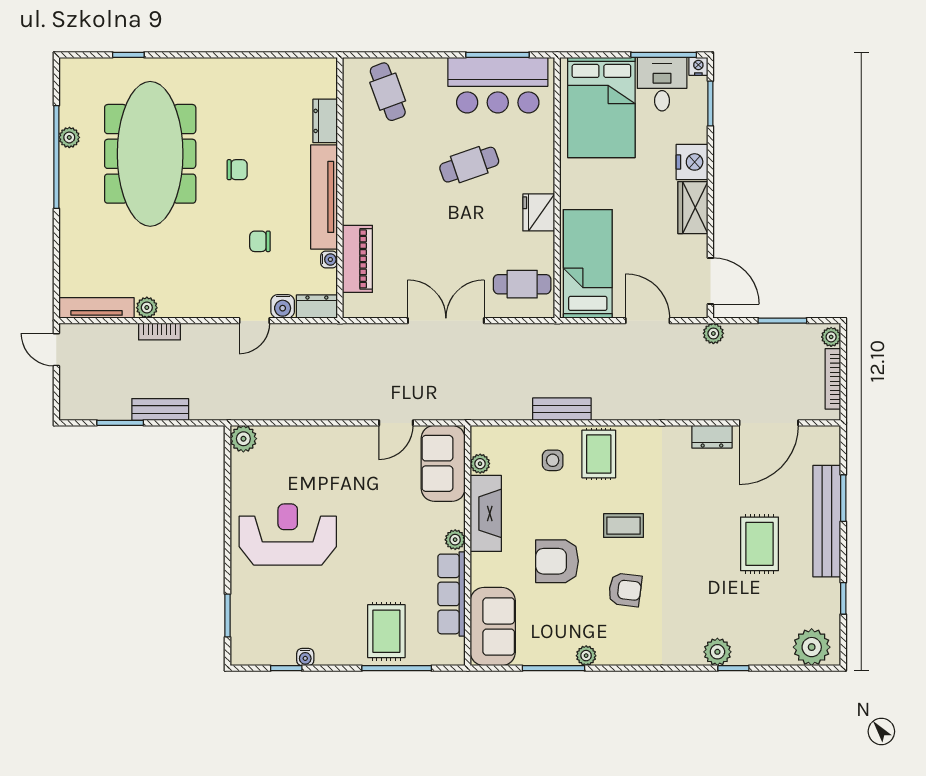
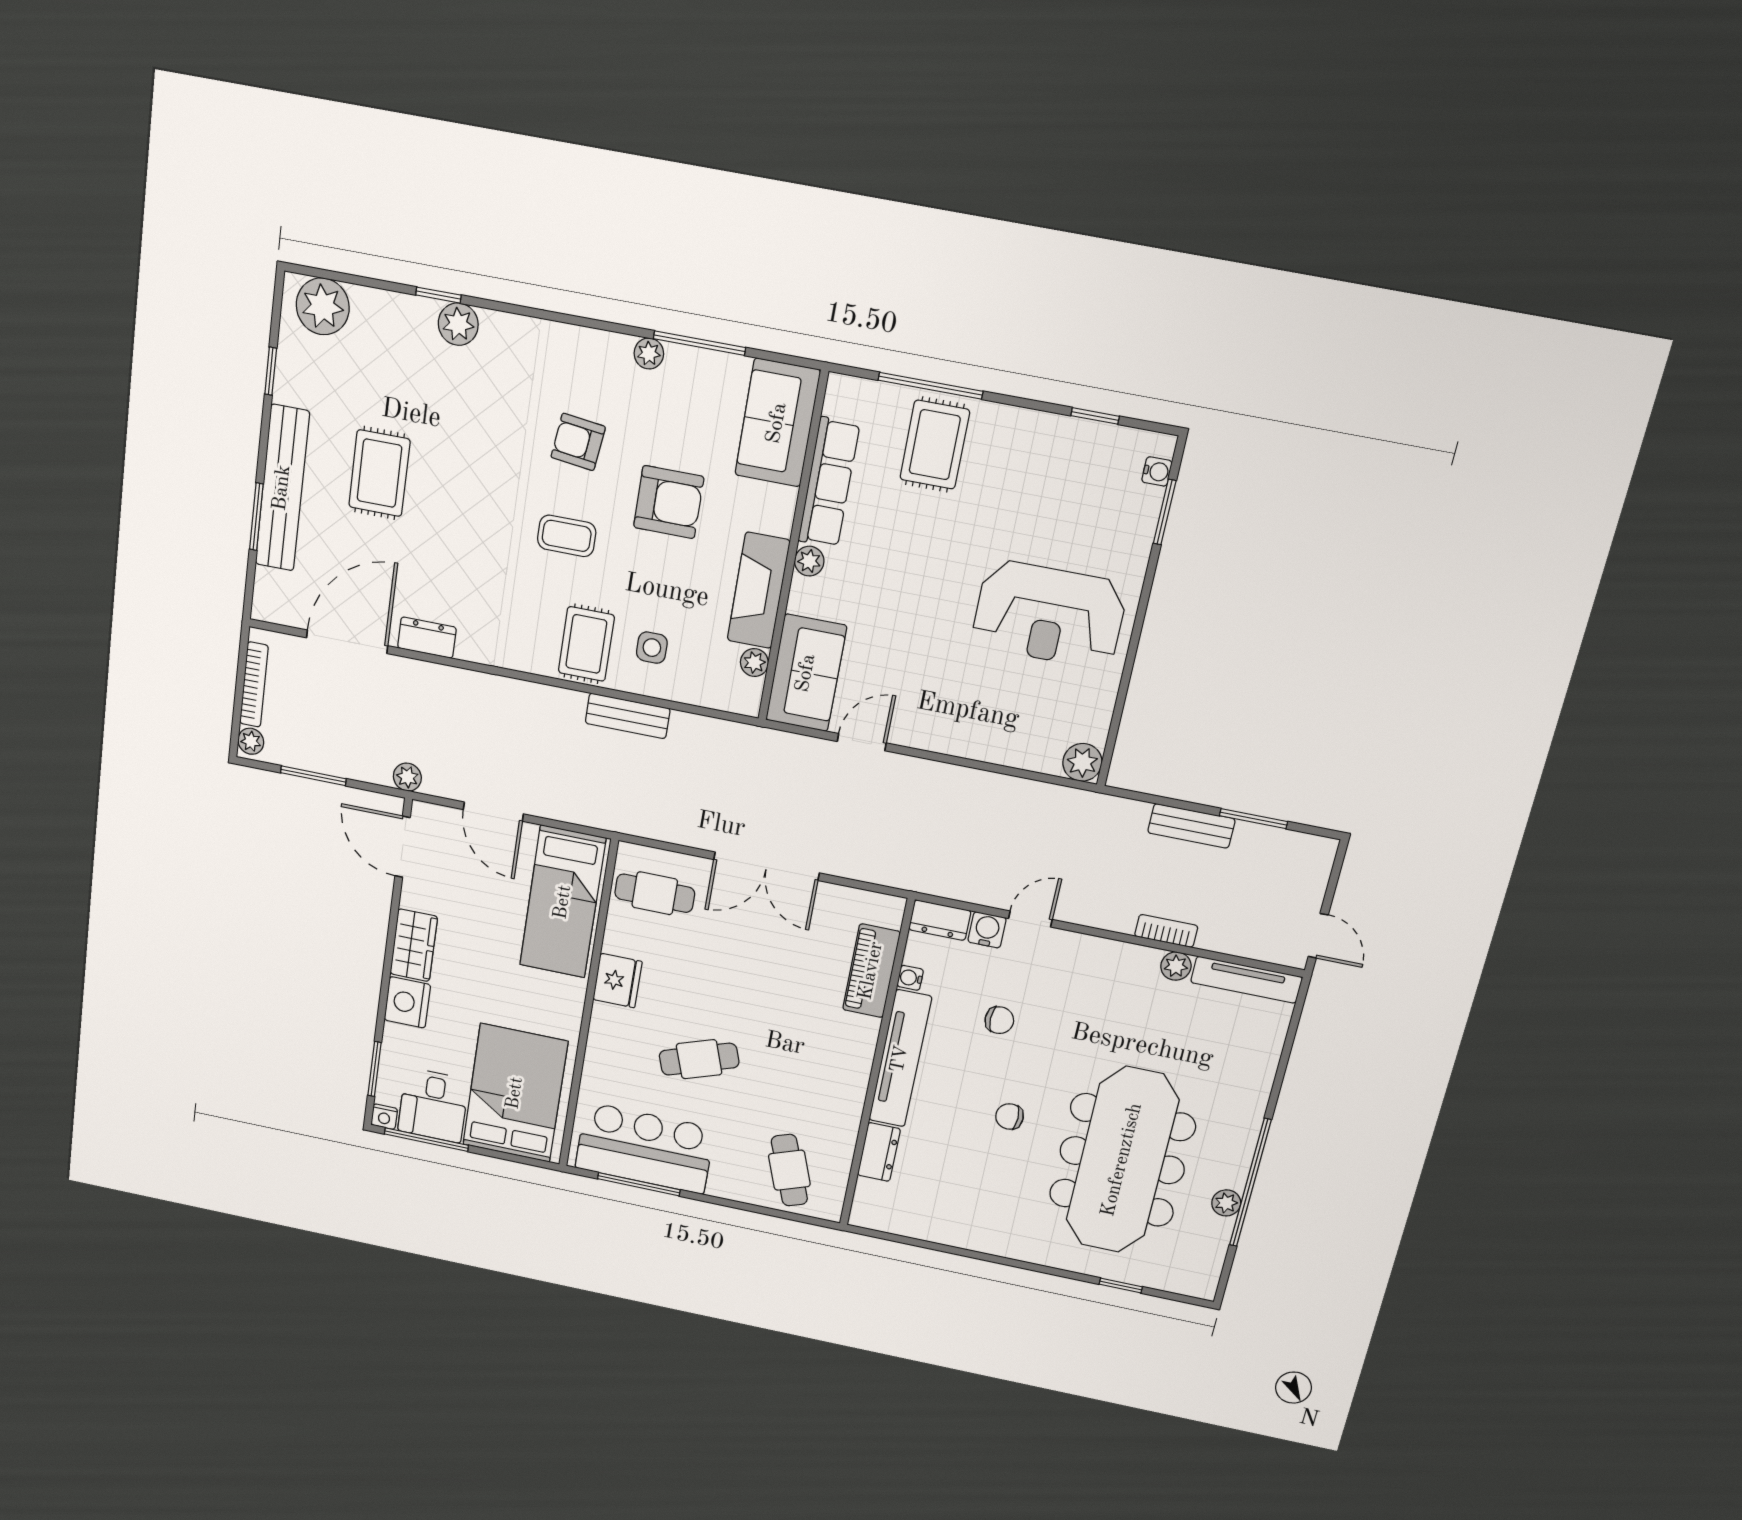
water cooler: (305, 657) -> (1157, 471), moved, turned 90

